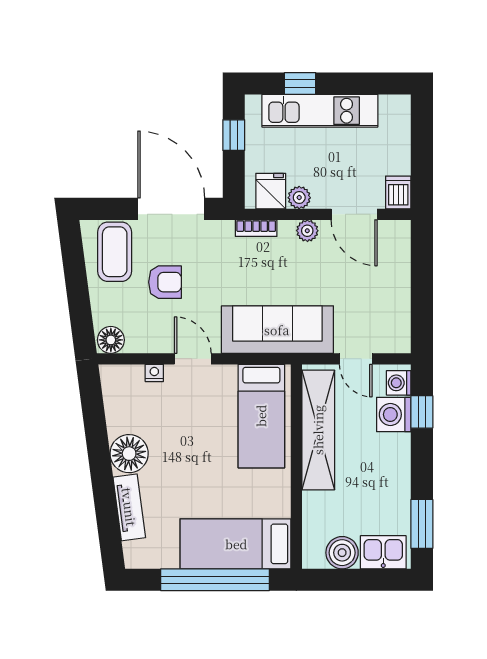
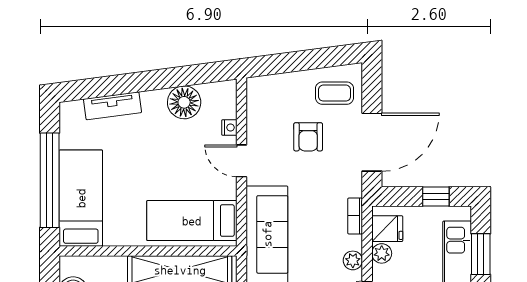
window: (300, 83) -> (481, 254), width x1.50
coffee table: (115, 252) -> (335, 93), width x0.73, depth x0.77
floor lamp: (111, 340) -> (258, 90), removed
door: (193, 359) -> (242, 161), swing flipped
floor lamp: (129, 454) -> (184, 102), moved

